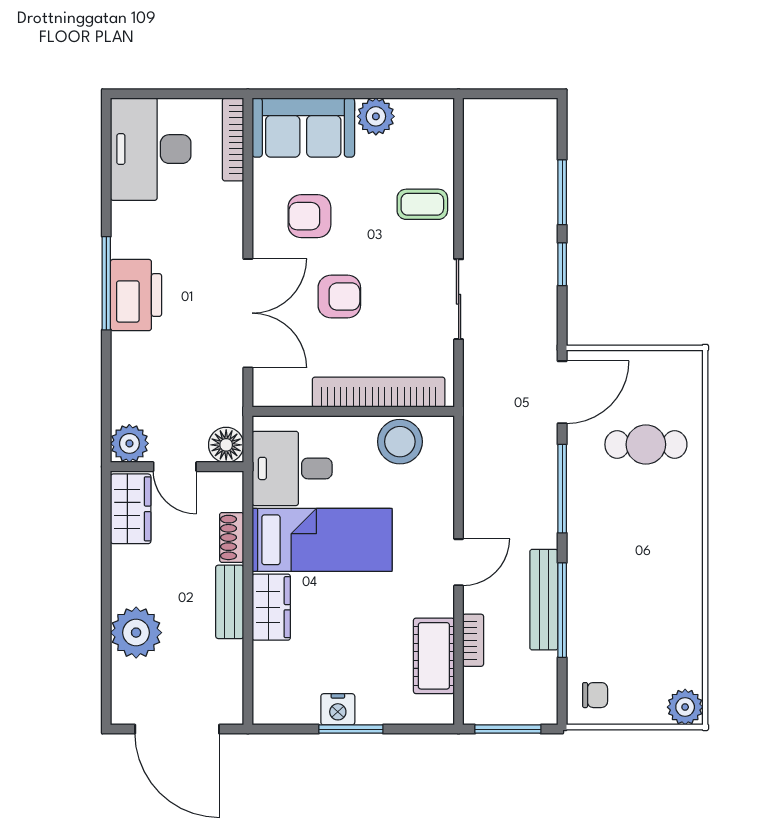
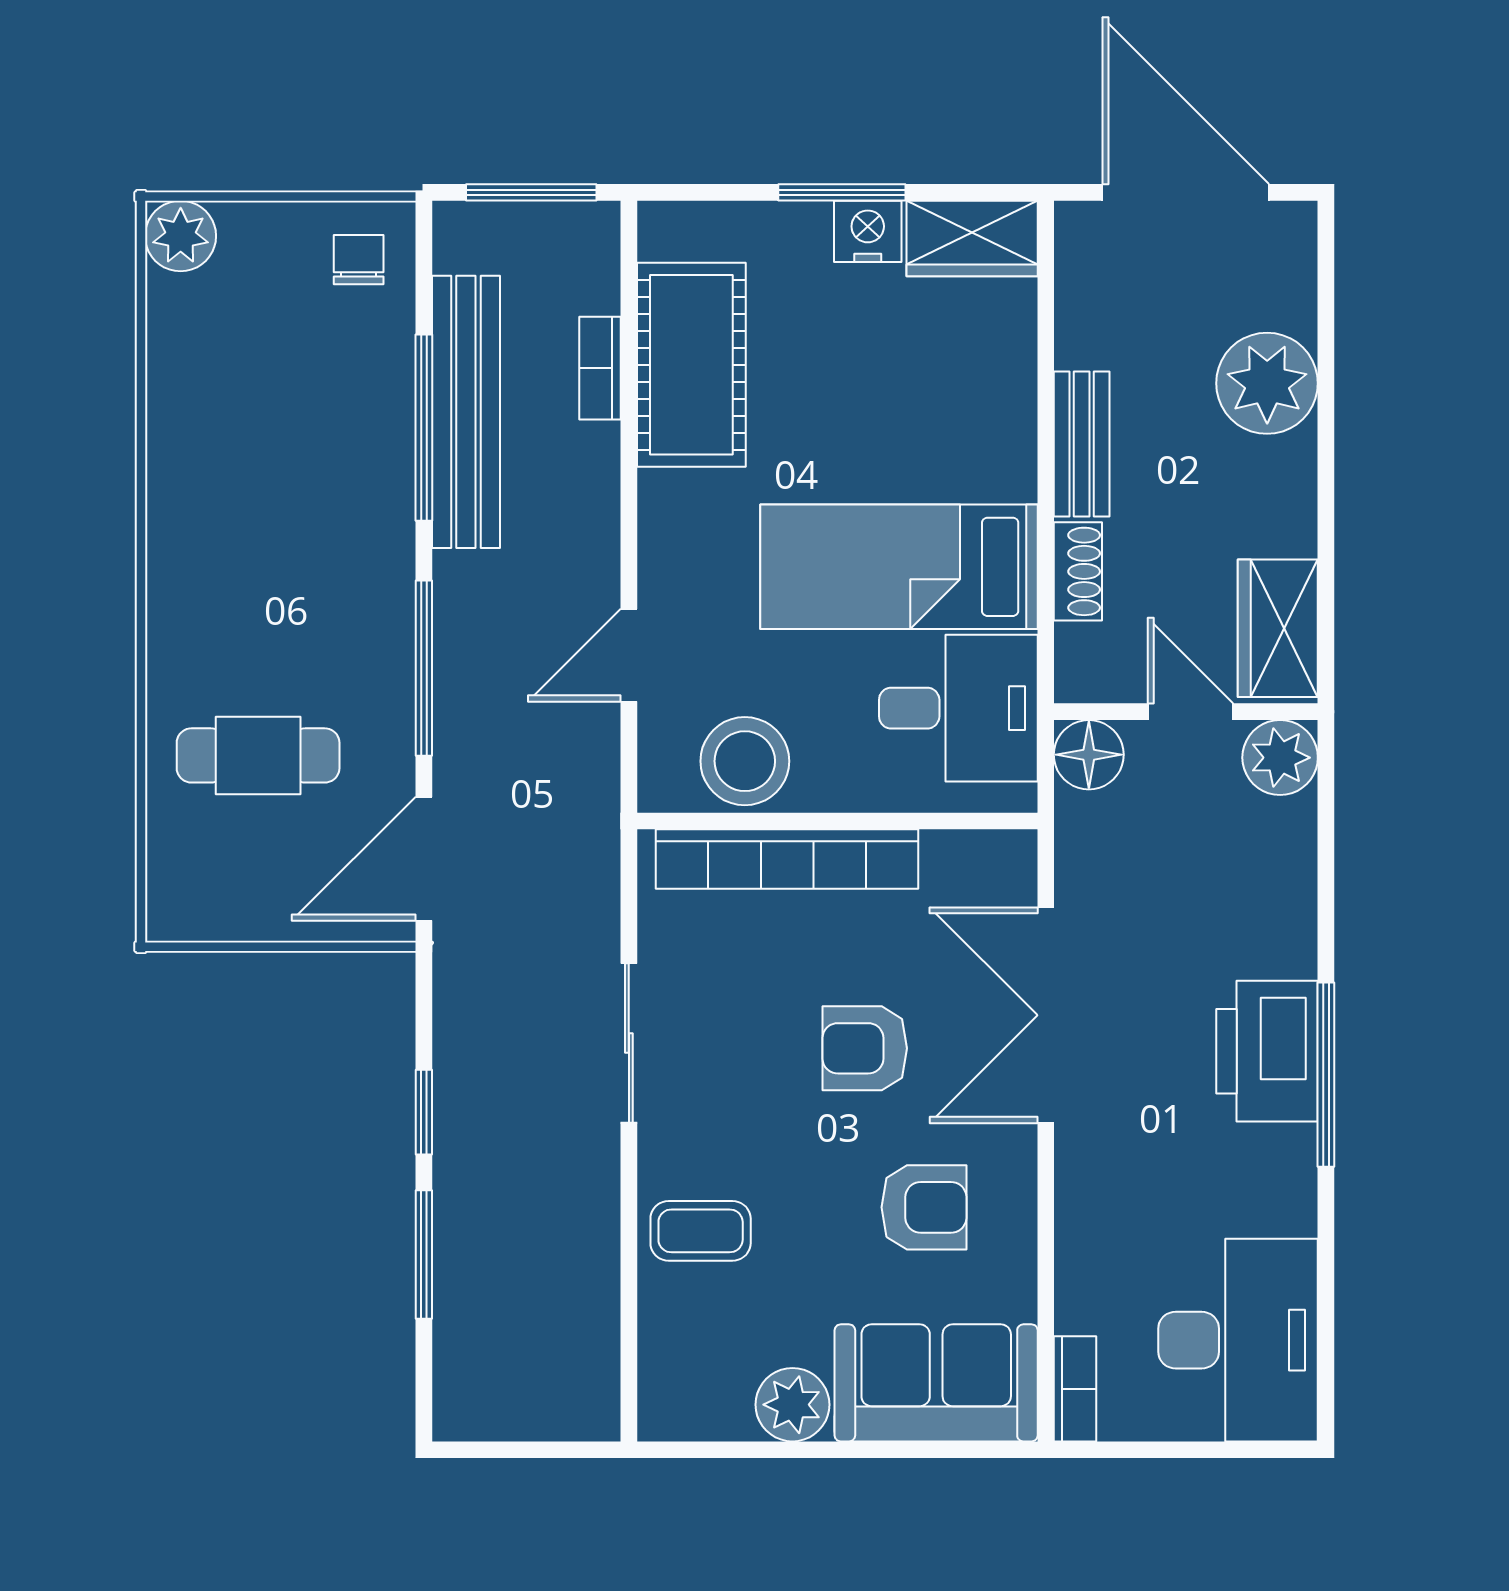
bookcase: (233, 139) -> (1075, 1389), width x0.64
door: (459, 562) -> (629, 655), moved
bench: (544, 600) -> (466, 412), width x1.37, depth x1.21
wardrobe: (271, 607) -> (972, 238), moved, turned -90
cot: (434, 656) -> (691, 365), width x1.37, depth x1.34
chair: (595, 695) -> (359, 260), turned 90

